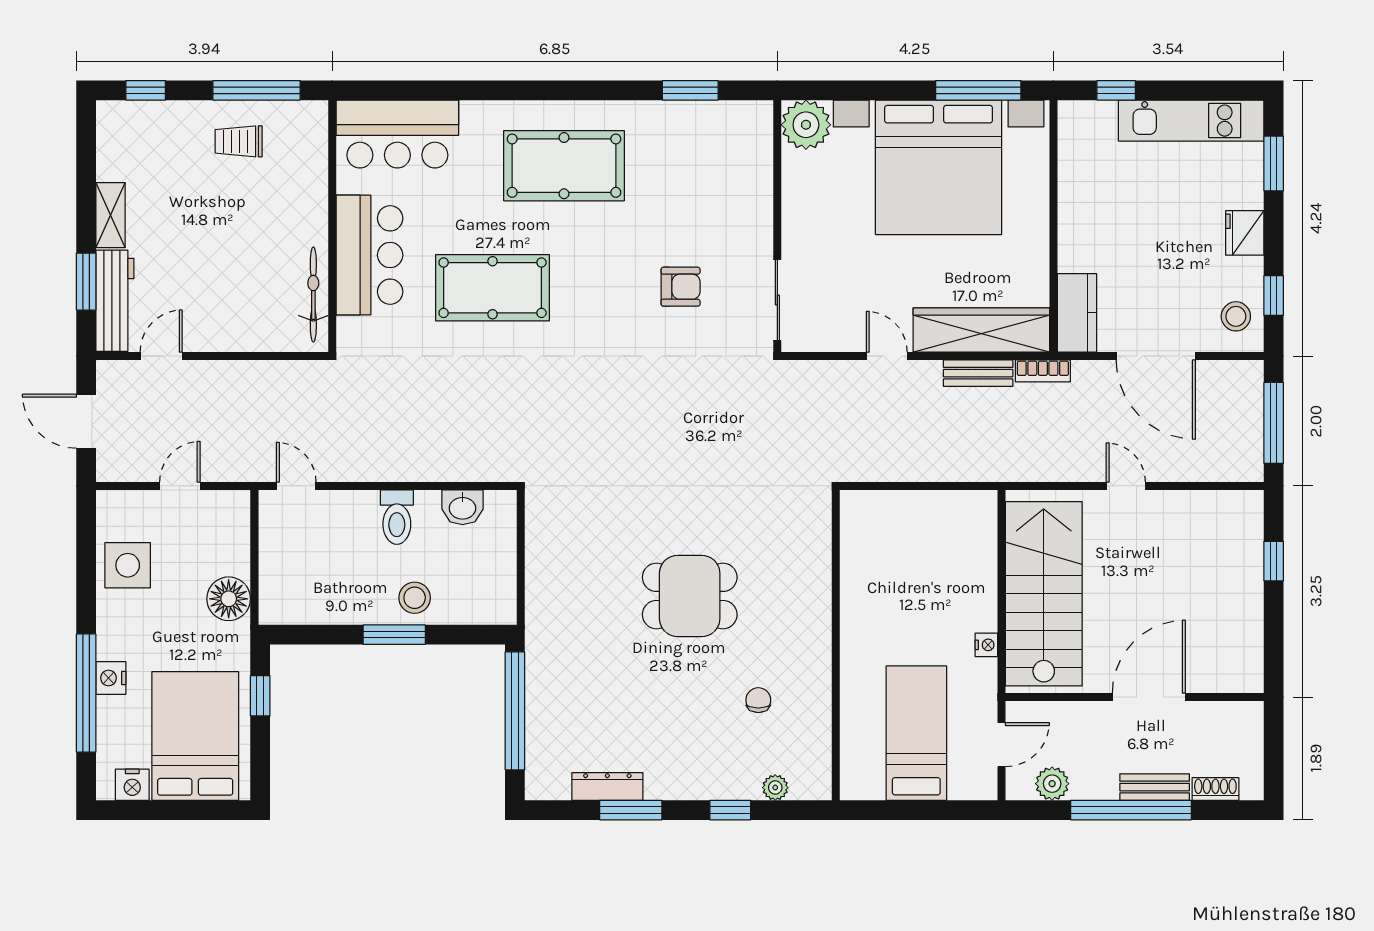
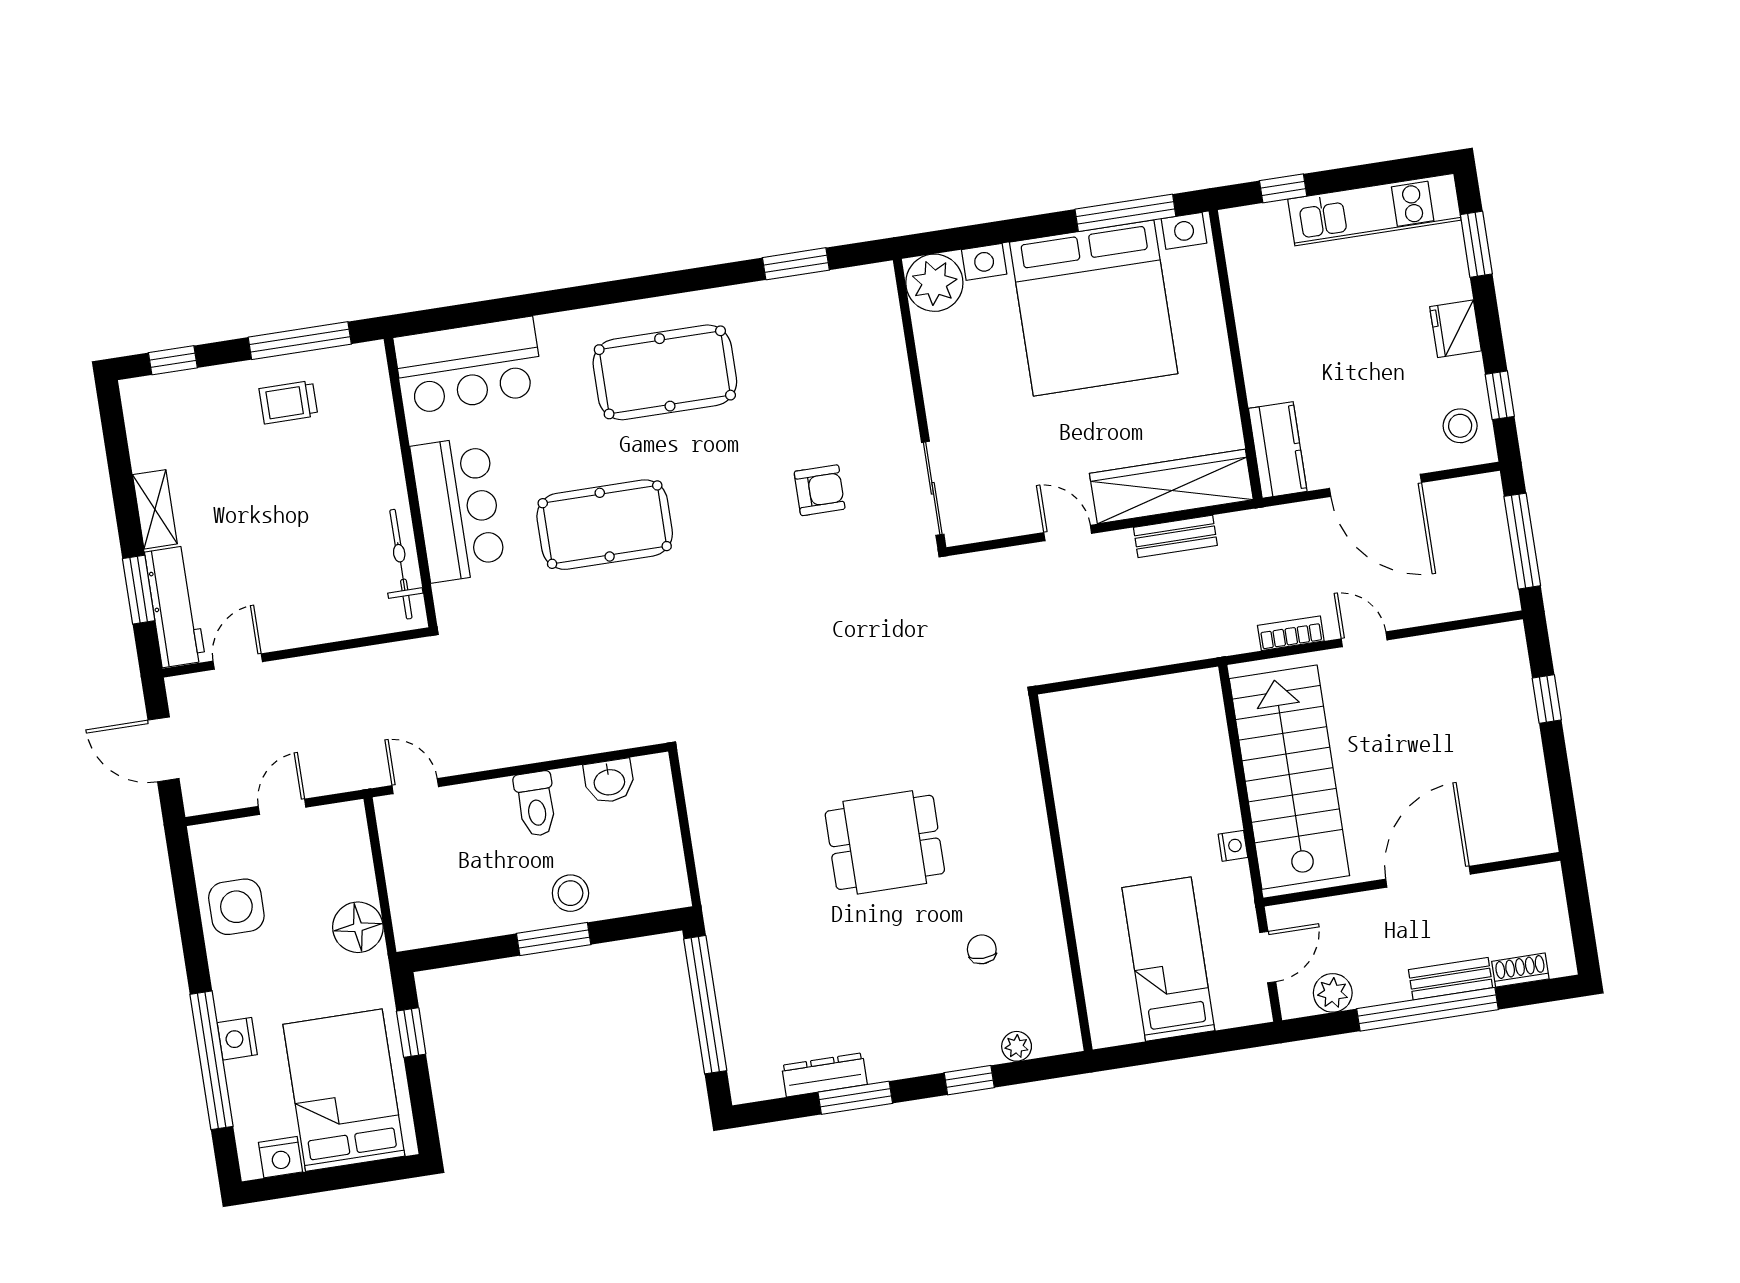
bookcase: (1043, 371) -> (1291, 633), moved, turned 180

